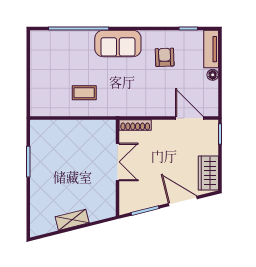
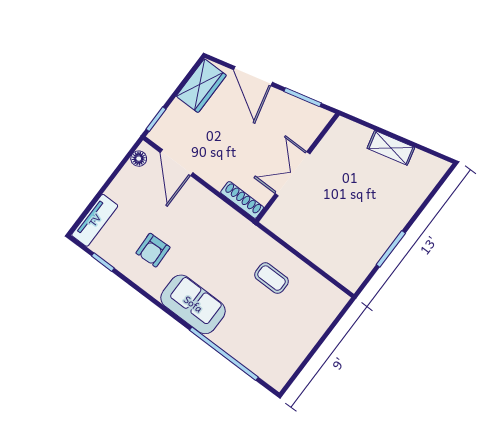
floor lamp: (213, 75) -> (139, 159), moved

